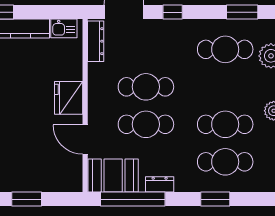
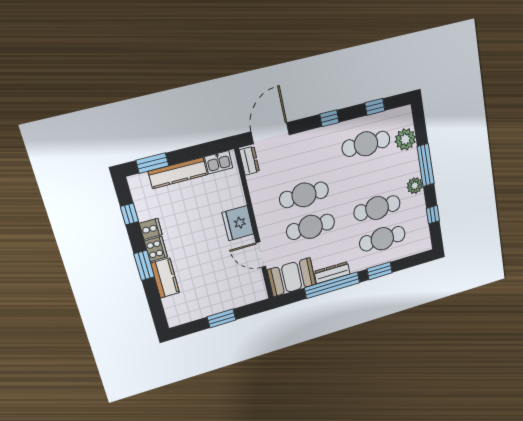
window: (173, 12) -> (329, 118), moved
window: (242, 12) -> (375, 107), width x0.67
dresser: (96, 41) -> (249, 161), width x0.70
dresser: (160, 184) -> (332, 273), width x1.44
window: (133, 199) -> (332, 285), moved

